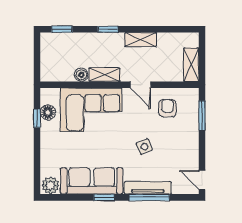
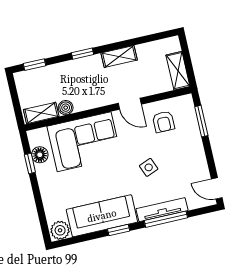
shelving: (105, 75) -> (41, 113), moved
armchair: (167, 108) -> (164, 122), turned 180

